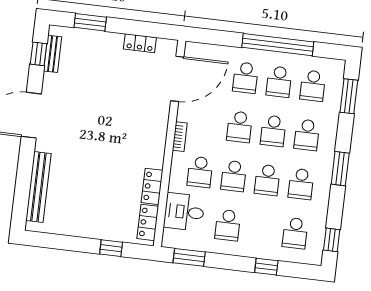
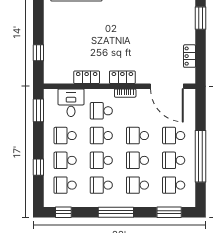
window: (340, 169) -> (116, 212), width x1.44
locker: (148, 222) -> (122, 77), moved
school desk: (261, 229) -> (65, 160), added

